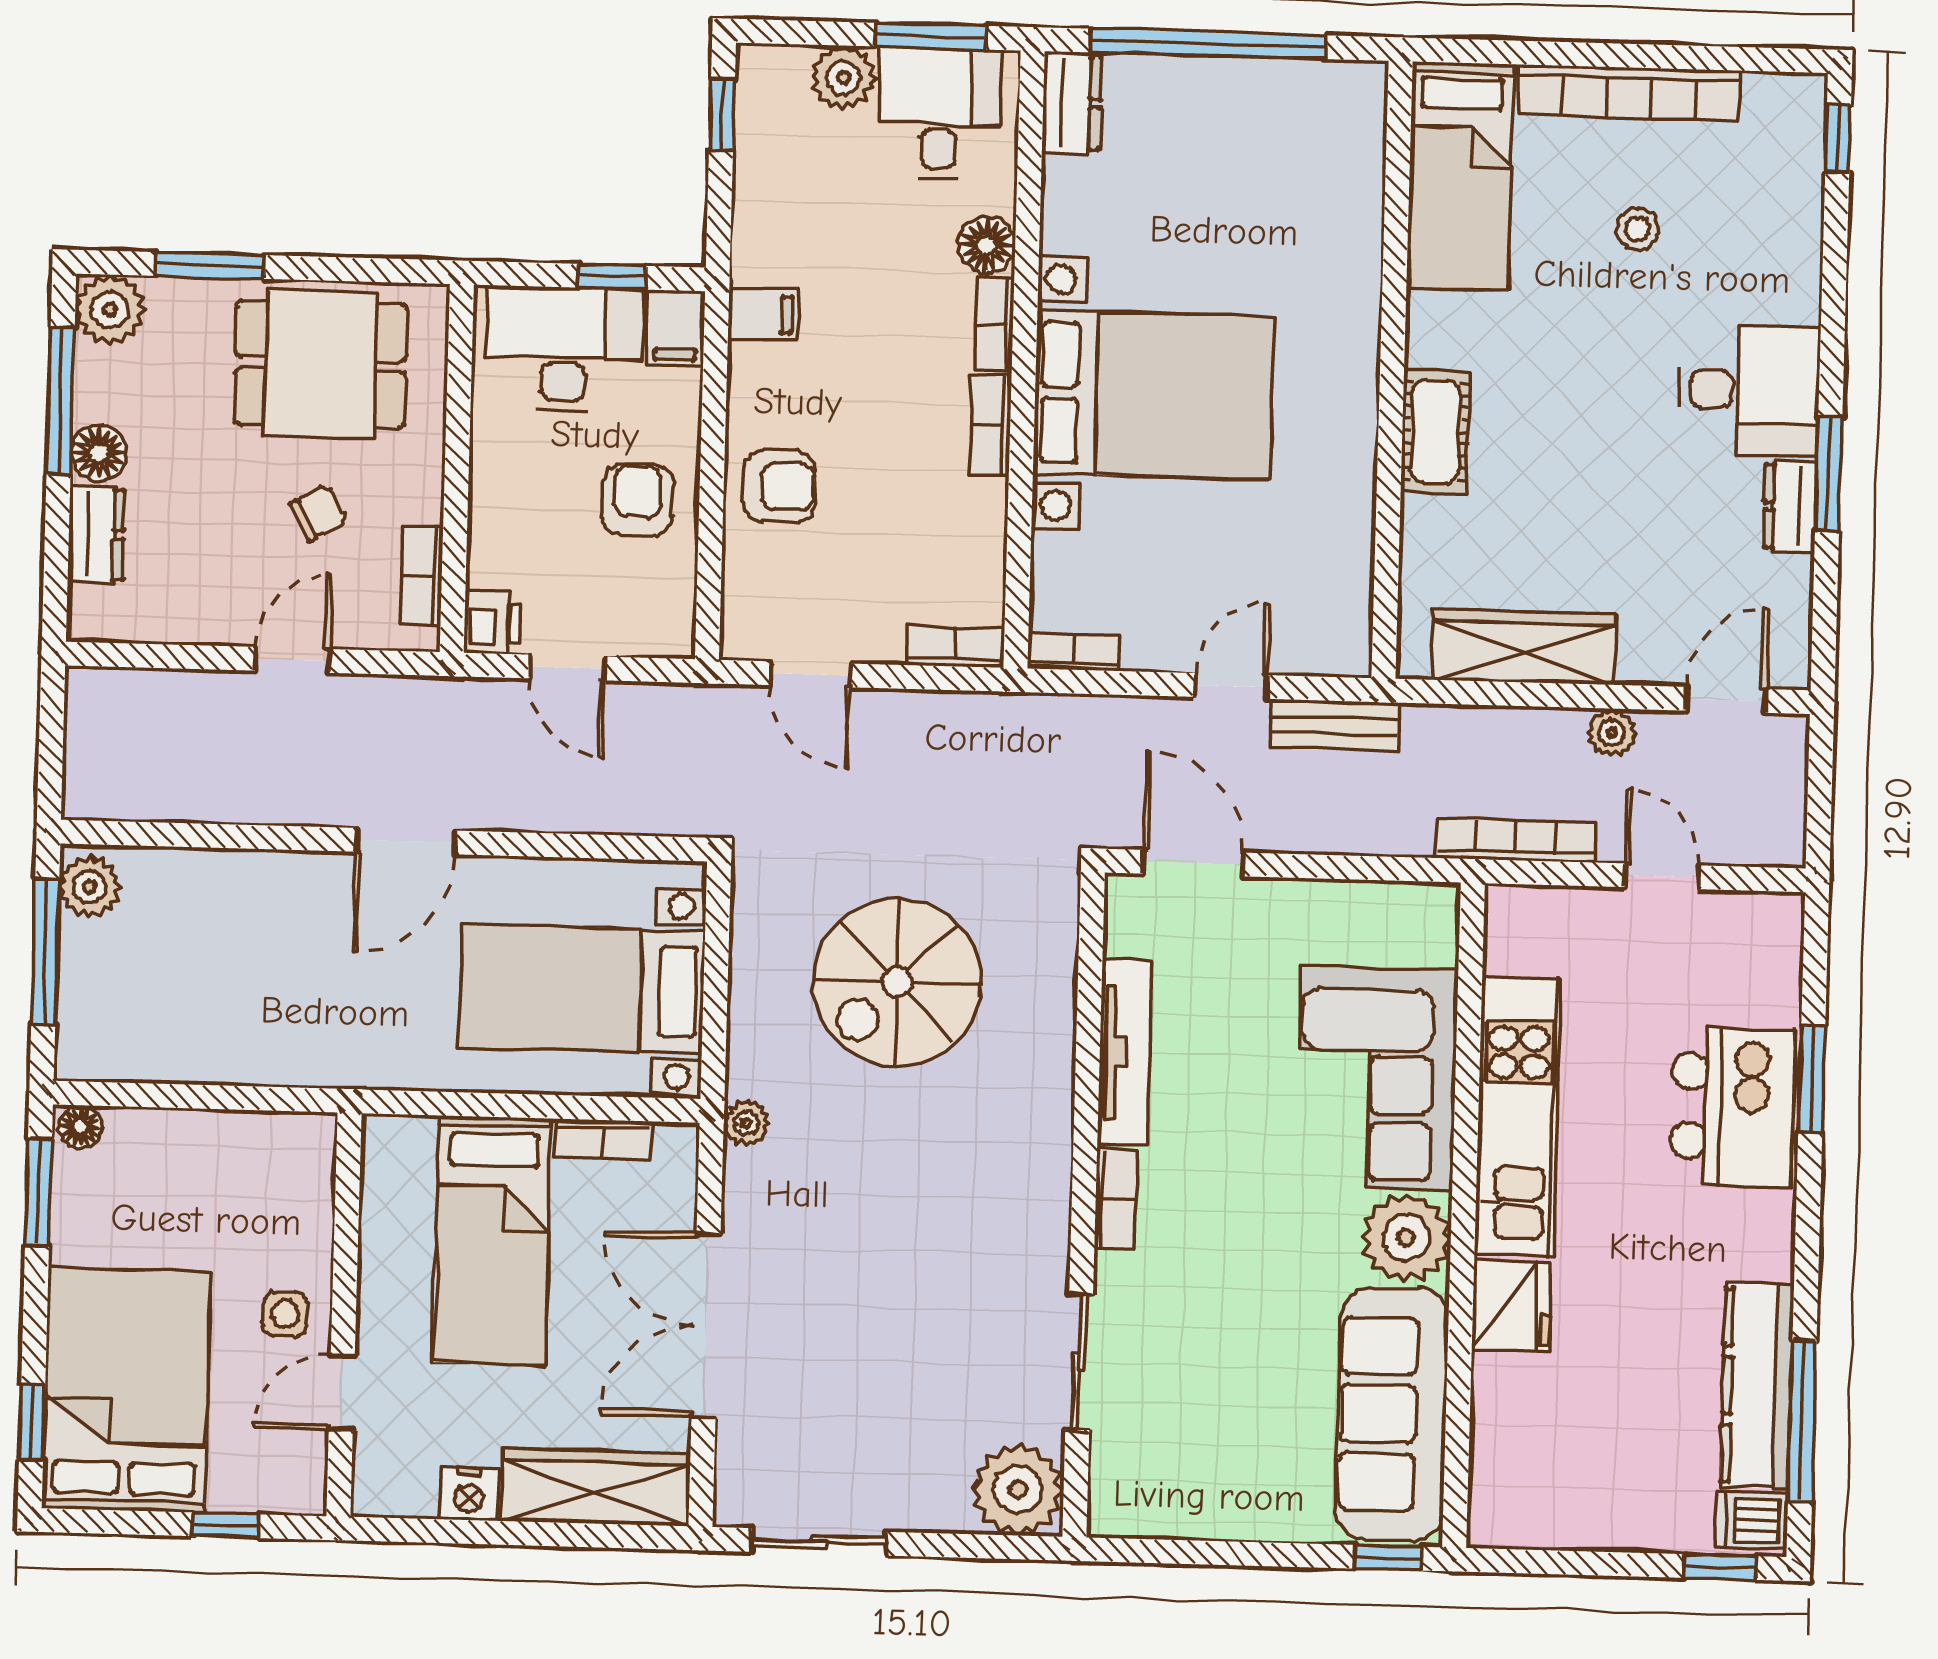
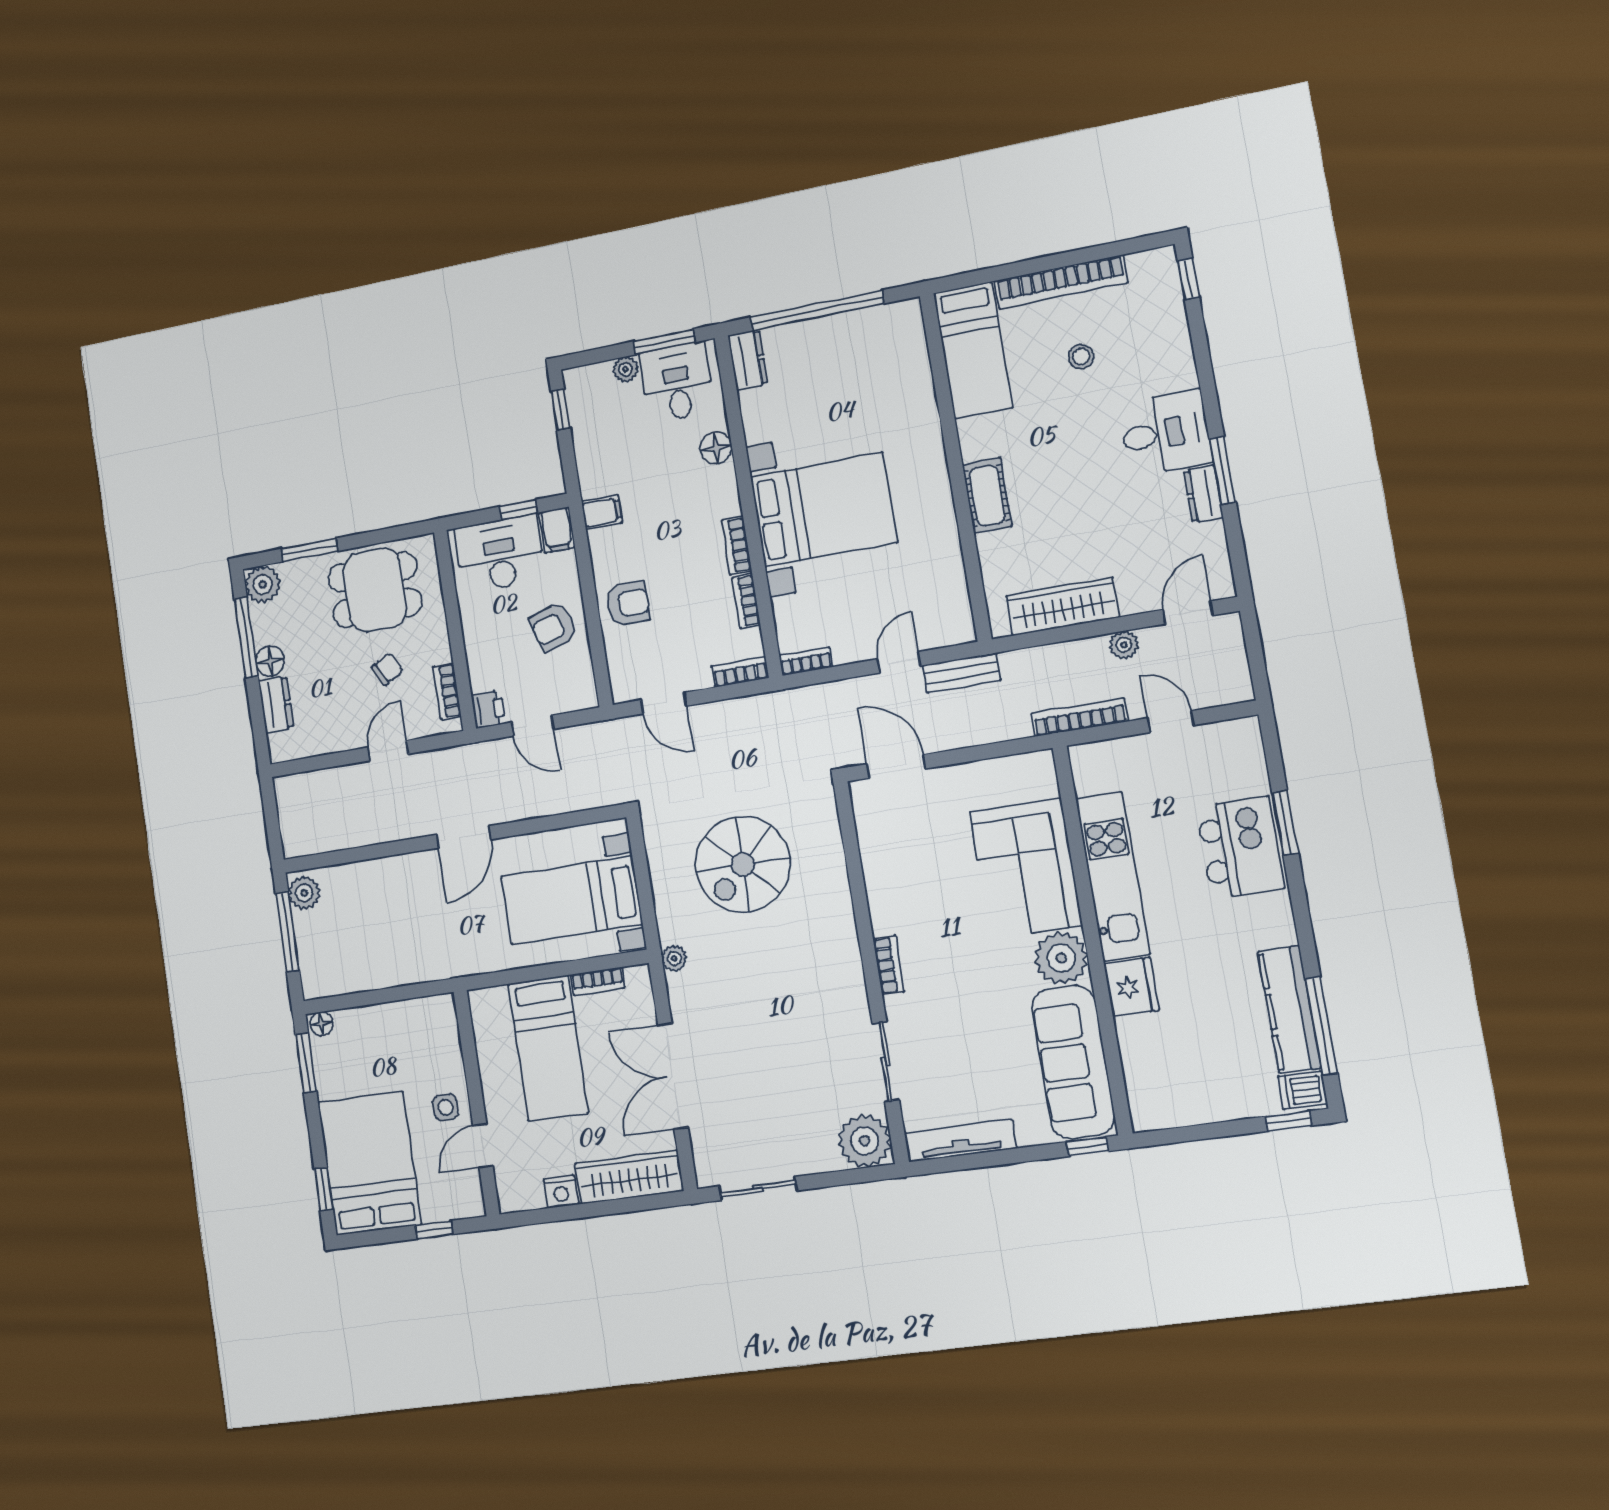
plant: (843, 77) -> (625, 369), width x0.73, depth x0.73
bookcase: (995, 325) -> (746, 601), moved
armchair: (638, 500) -> (553, 627), turned -108
tv unit: (1125, 1052) -> (960, 1141), moved, turned -90

